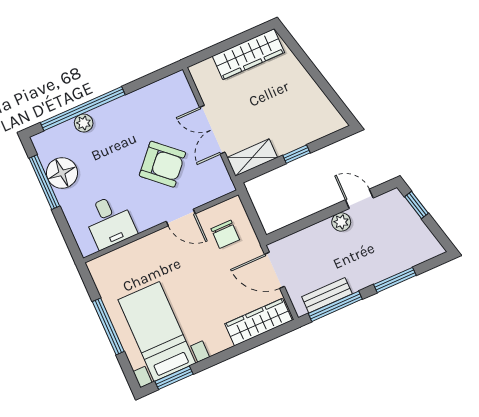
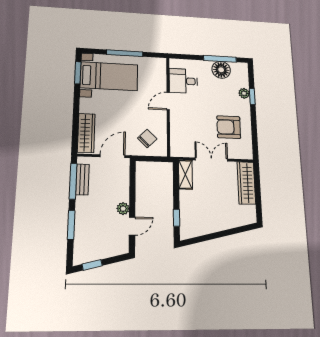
wardrobe: (248, 54) -> (246, 183), moved
window: (83, 109) -> (252, 97), width x0.32
window: (296, 154) -> (176, 218), moved
armchair: (162, 164) -> (229, 127), moved, turned 48
window: (417, 205) -> (92, 265), moved
door: (181, 218) -> (168, 101), moved
chair: (225, 234) -> (147, 139), turned 135

